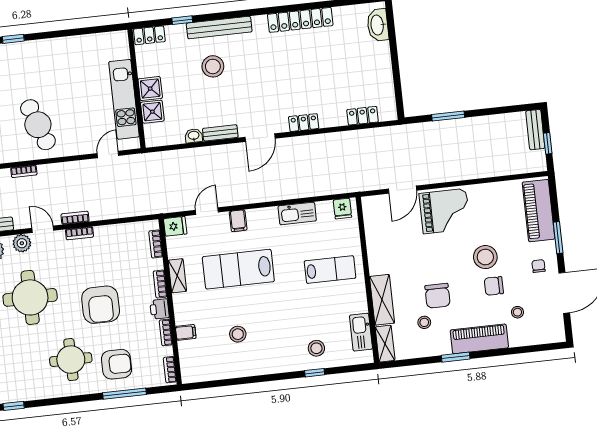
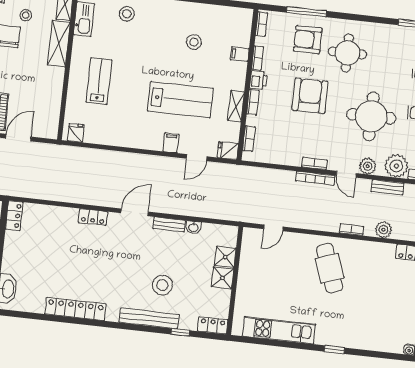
kitchen unit: (124, 99) -> (279, 330), moved, turned -90
locker: (363, 116) -> (14, 216), moved, turned -90
kitchen sink: (297, 213) -> (117, 137), removed
bookcase: (75, 218) -> (315, 178), width x1.56
lab bench: (330, 270) -> (99, 81), turned 90

